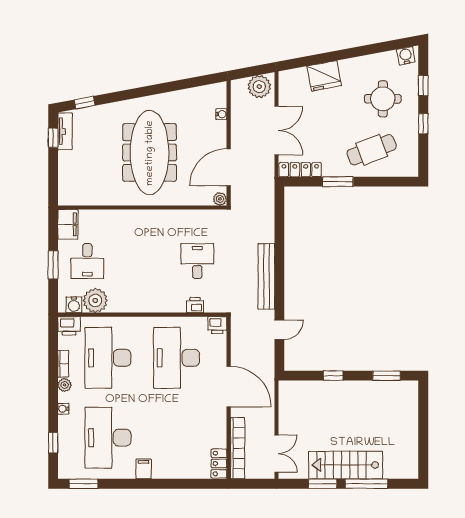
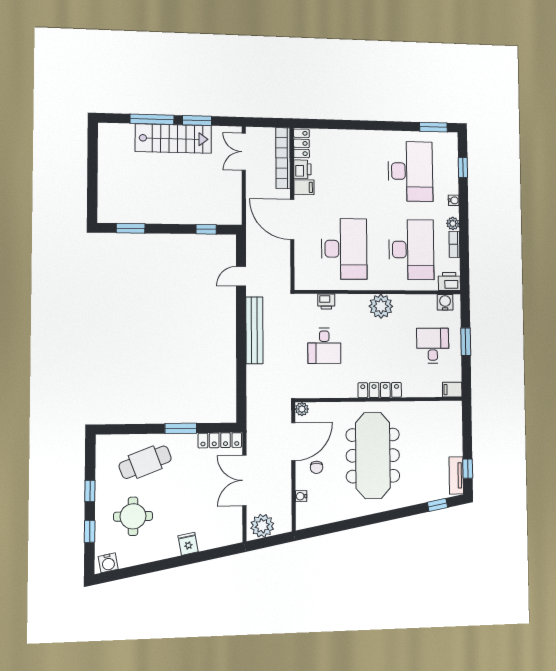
fridge: (324, 76) -> (188, 544), width x0.53, depth x0.75
chair: (206, 142) -> (317, 467), added
locker: (142, 217) -> (380, 390), added
filing cabinet: (68, 224) -> (452, 390), width x0.50
plant: (95, 301) -> (381, 306), moved
printer: (217, 325) -> (302, 169), moved, turned 90
window: (333, 376) -> (206, 229), moved
filing cabinet: (144, 469) -> (304, 187), moved, turned -90

